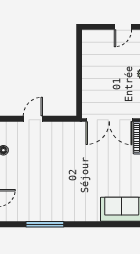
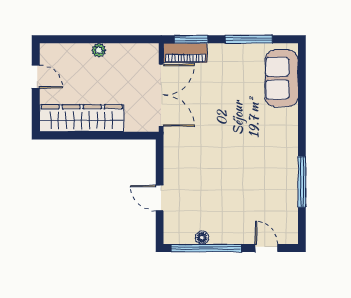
wardrobe: (92, 61) -> (82, 118), added

